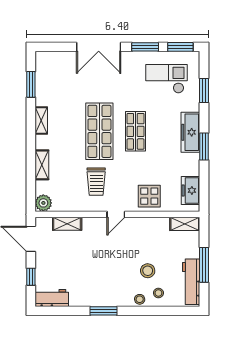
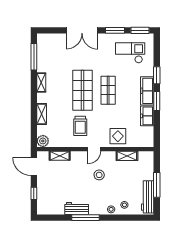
window: (31, 84) -> (34, 57), width x1.44
window: (204, 91) -> (157, 75), moved
freezer: (191, 190) -> (147, 116), moved
shelving: (185, 224) -> (127, 156), moved
stool: (148, 271) -> (99, 175), moved
workbench: (52, 298) -> (77, 208), moved
window: (104, 311) -> (85, 218), width x1.44

